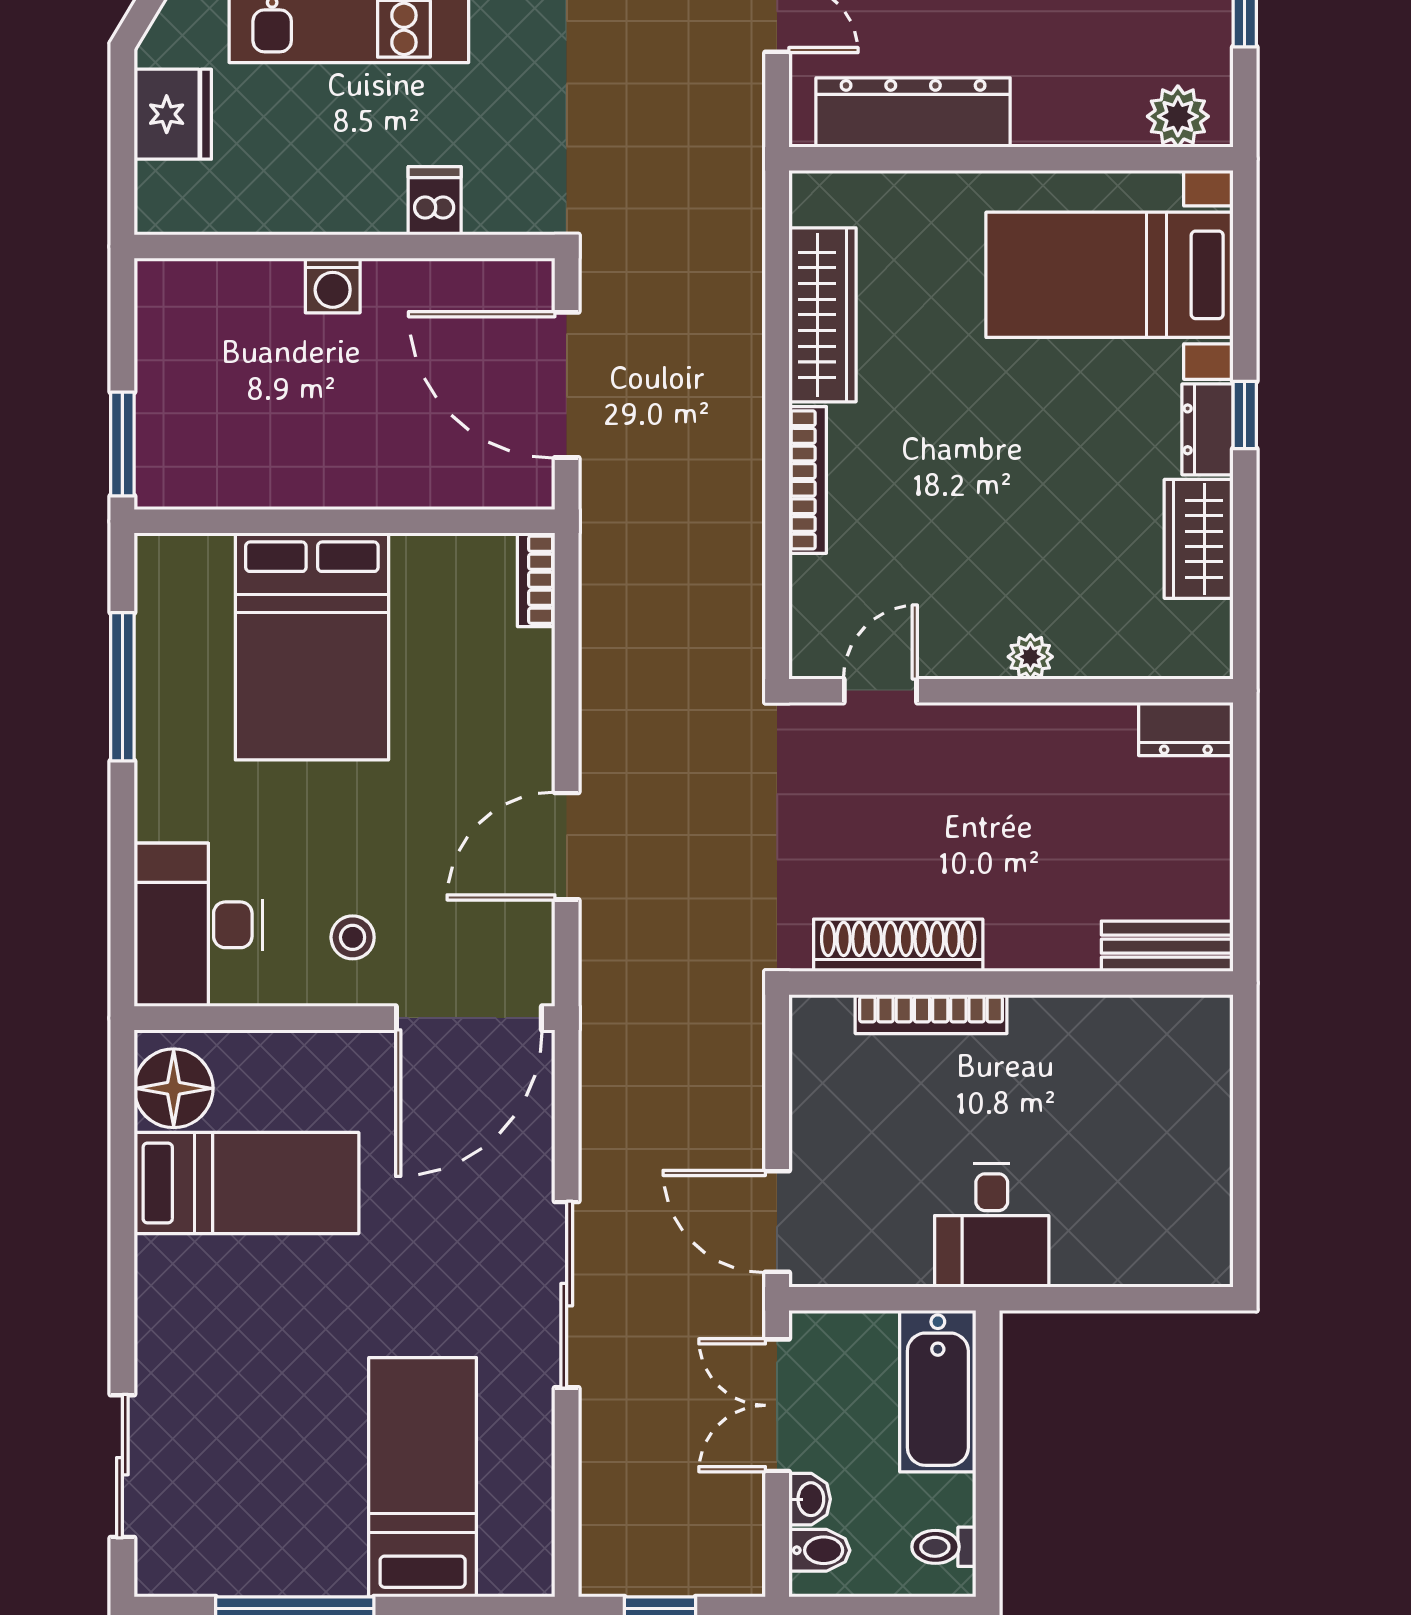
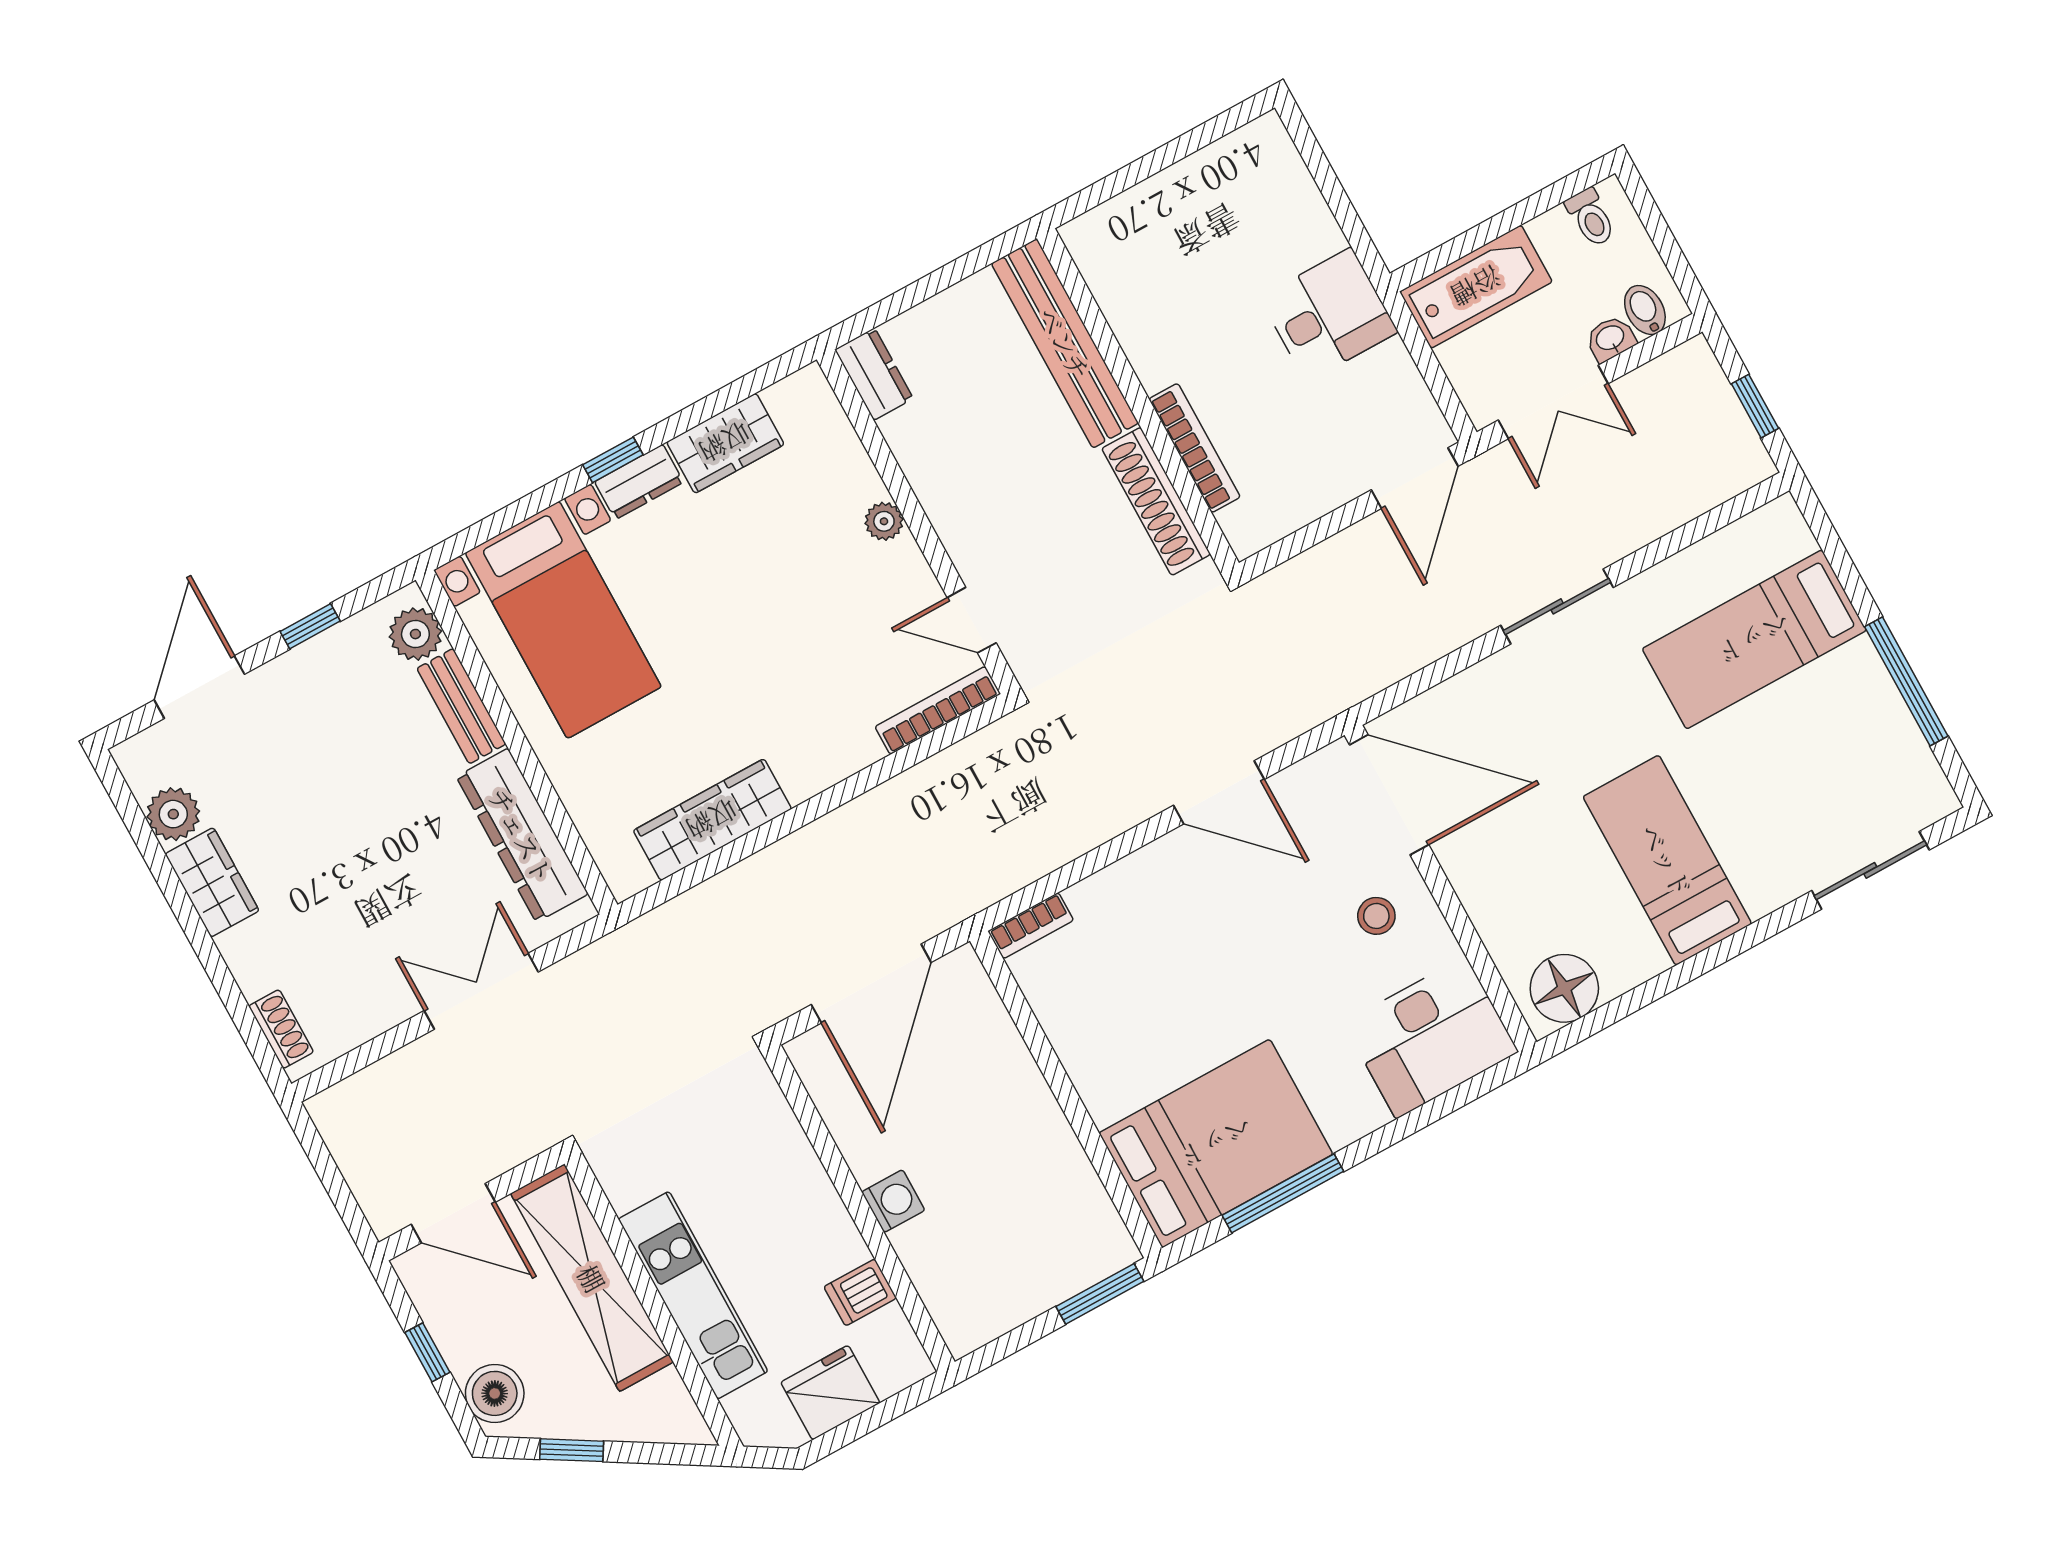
bench: (1079, 123) -> (461, 706), added
dishwasher: (435, 201) -> (860, 1292), moved
bookcase: (808, 480) -> (938, 710), moved
bed: (312, 646) -> (1216, 1143), moved
bench: (1167, 946) -> (1065, 343), width x1.86, depth x1.21
bed: (246, 1183) -> (1667, 860), moved
sliding door: (567, 1295) -> (1557, 606), width x0.73

